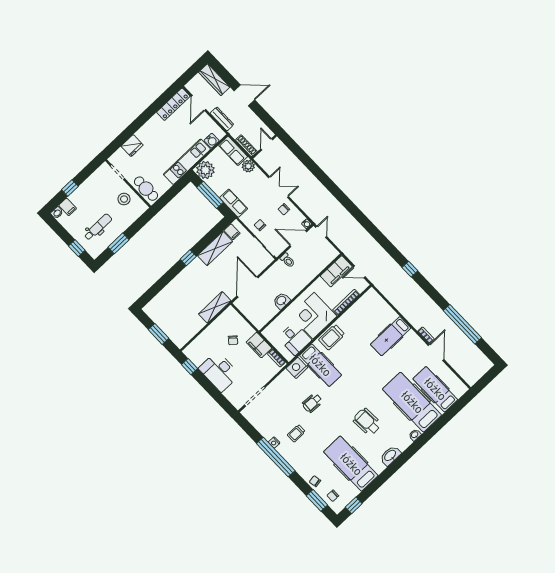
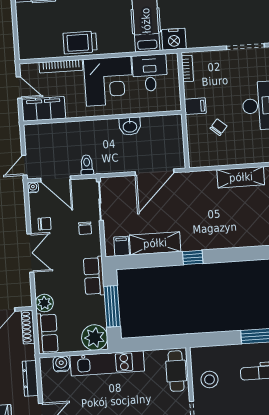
double door: (278, 187) -> (30, 253), swing flipped
shelving: (215, 307) -> (241, 177), moved
trolley: (332, 337) -> (80, 43), moved, turned 180
filing cabinet: (259, 345) -> (195, 106), width x0.50

